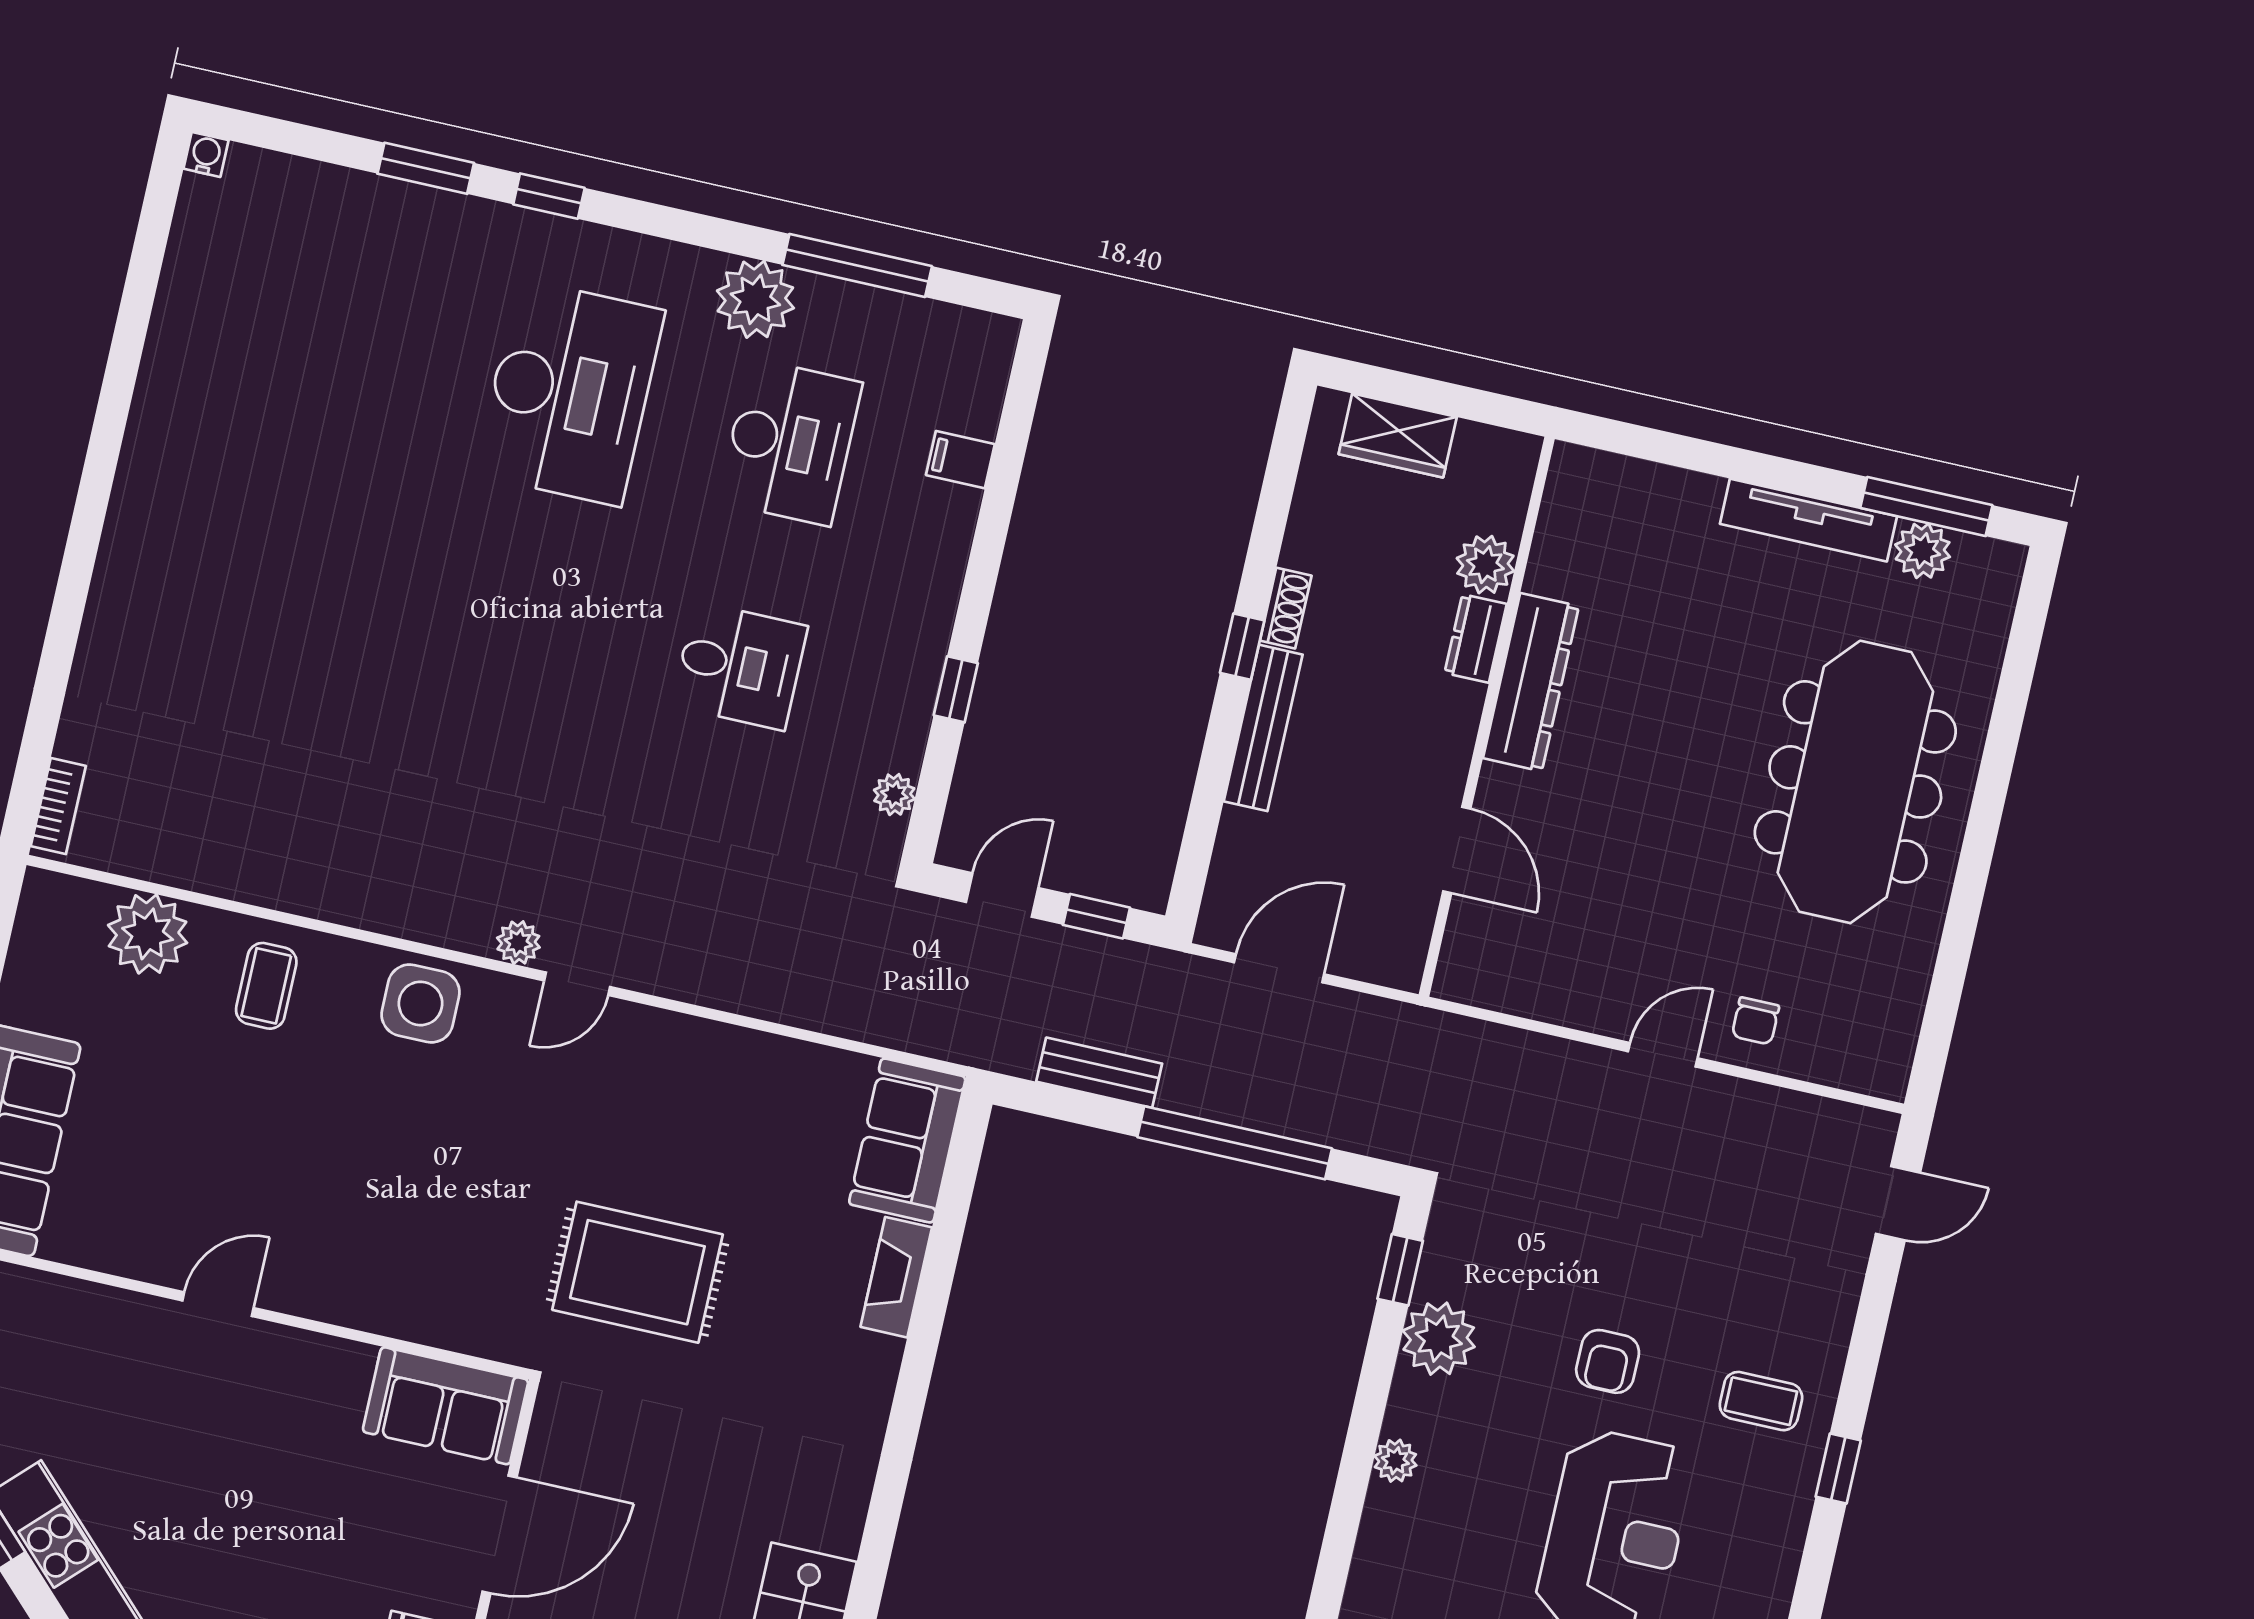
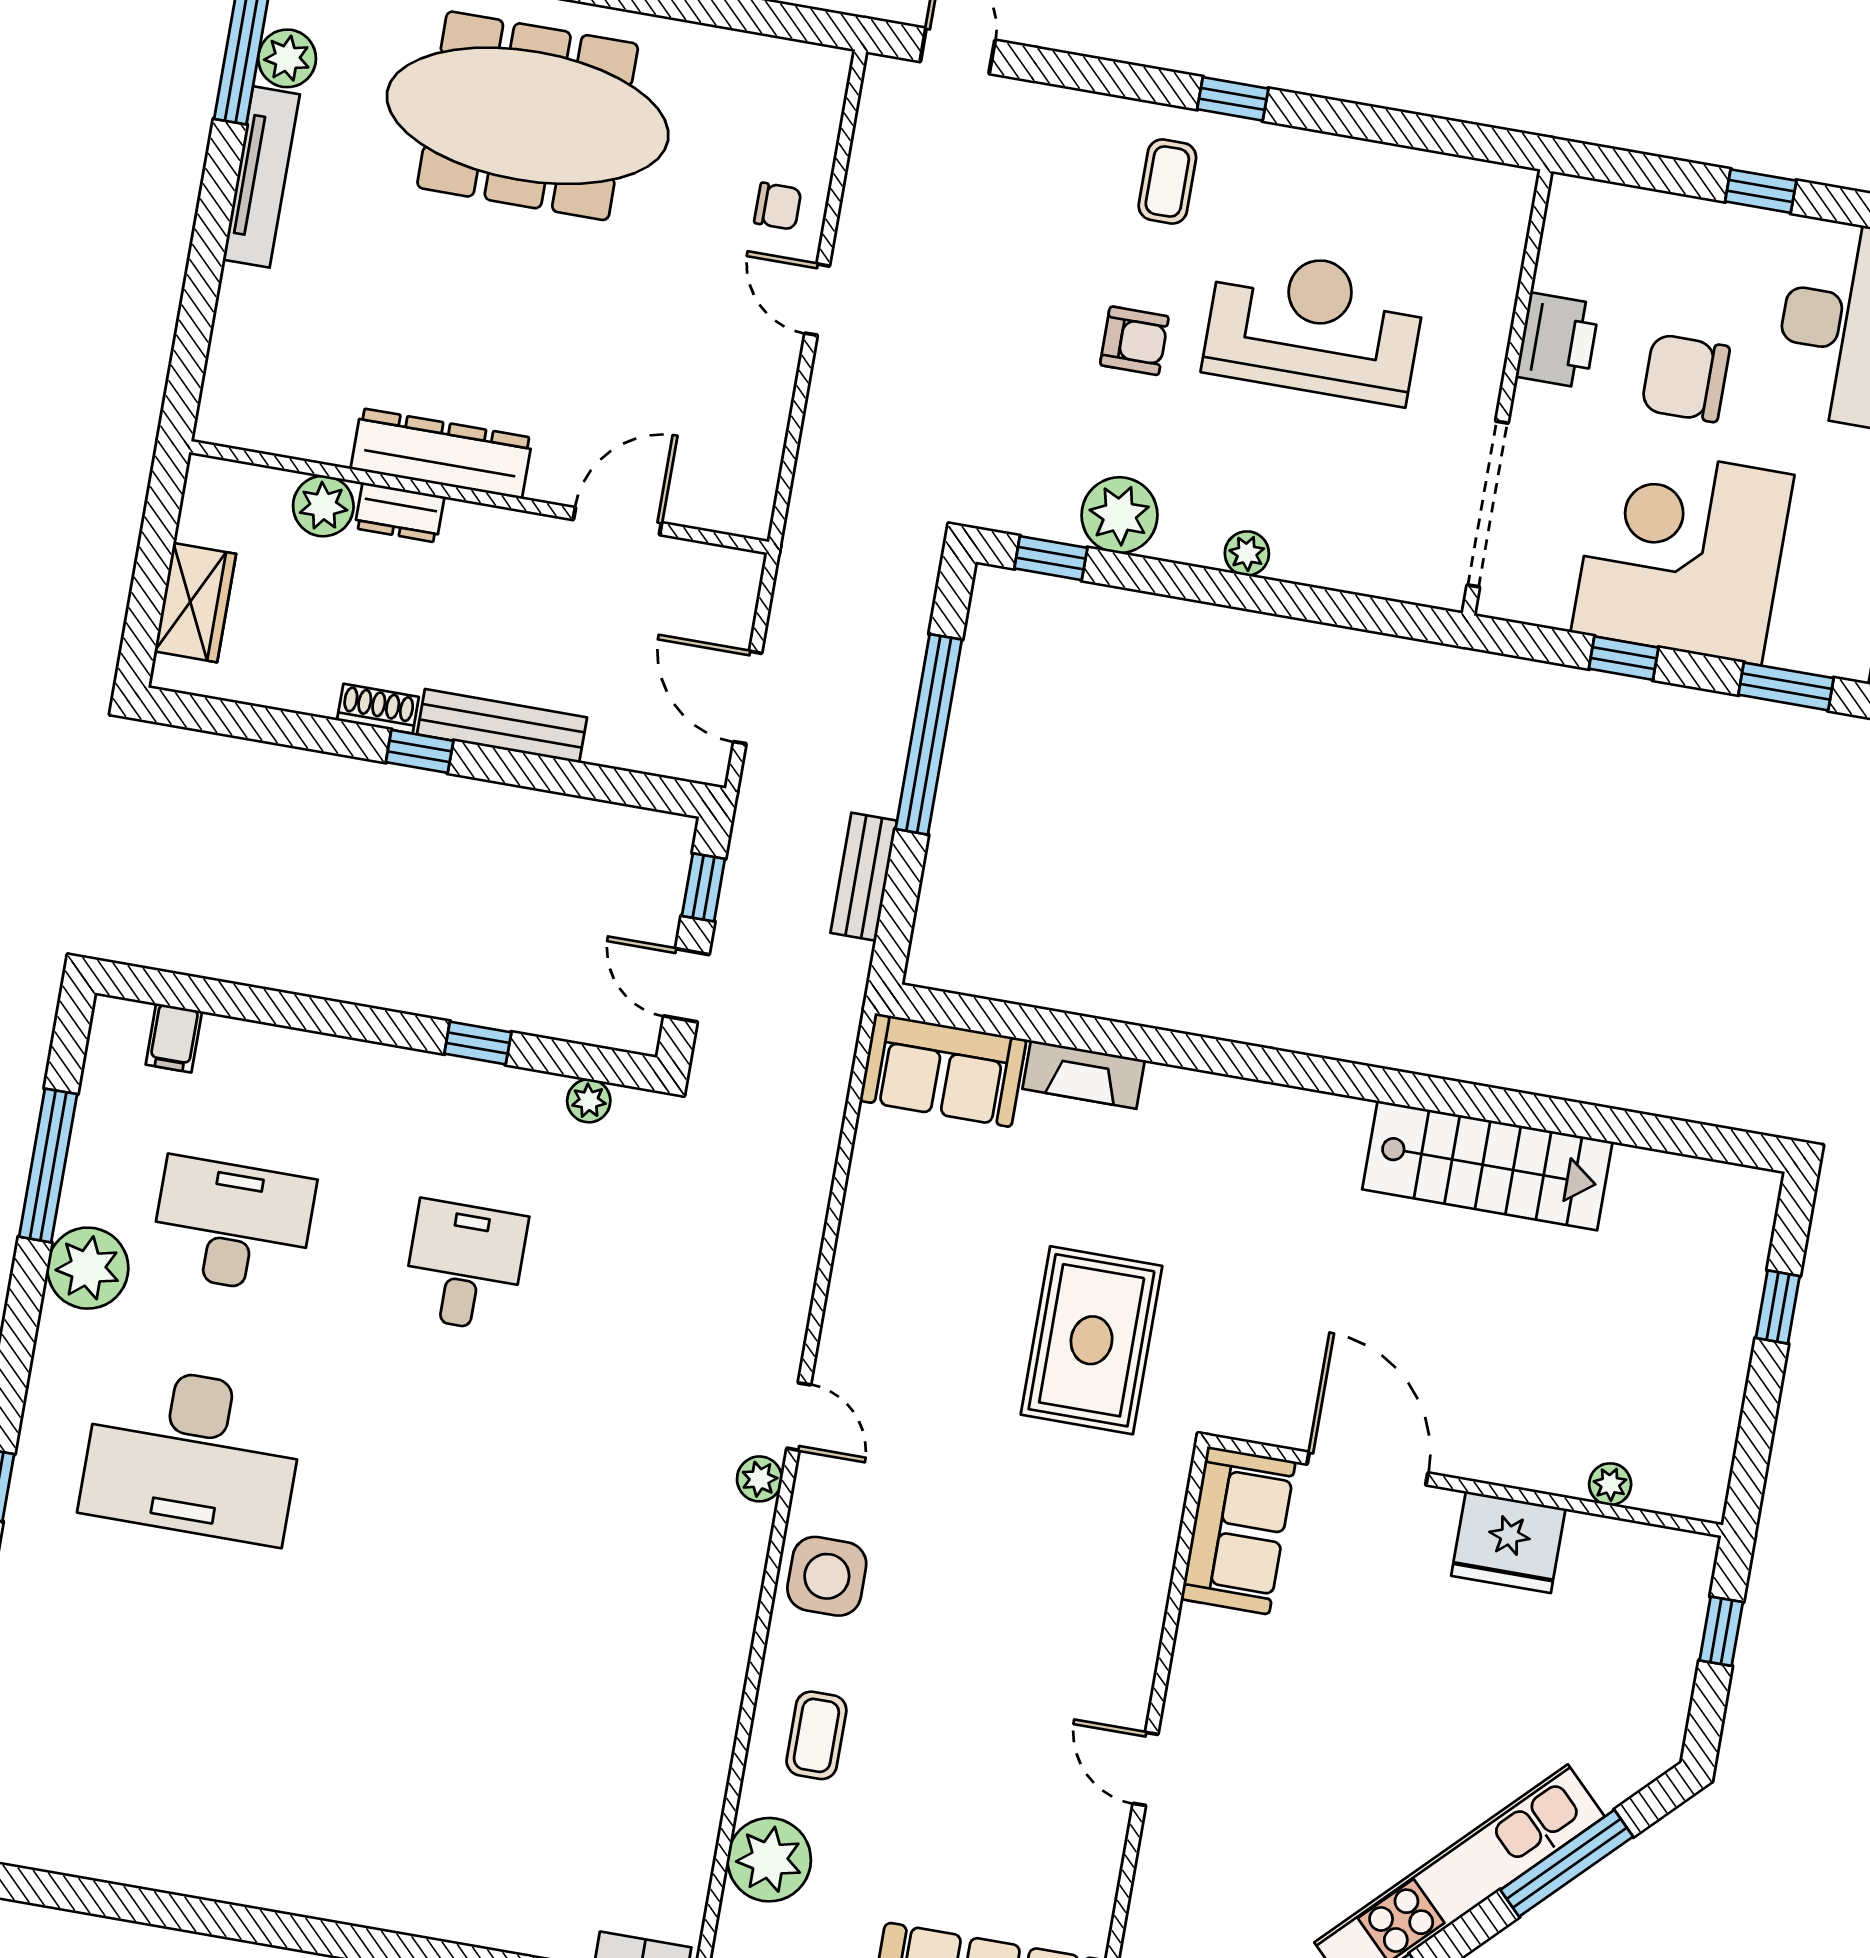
desk: (570, 392) -> (193, 1454), turned 180
filing cabinet: (960, 460) -> (174, 1038), moved
coffee table: (266, 986) -> (816, 1735), turned 90

